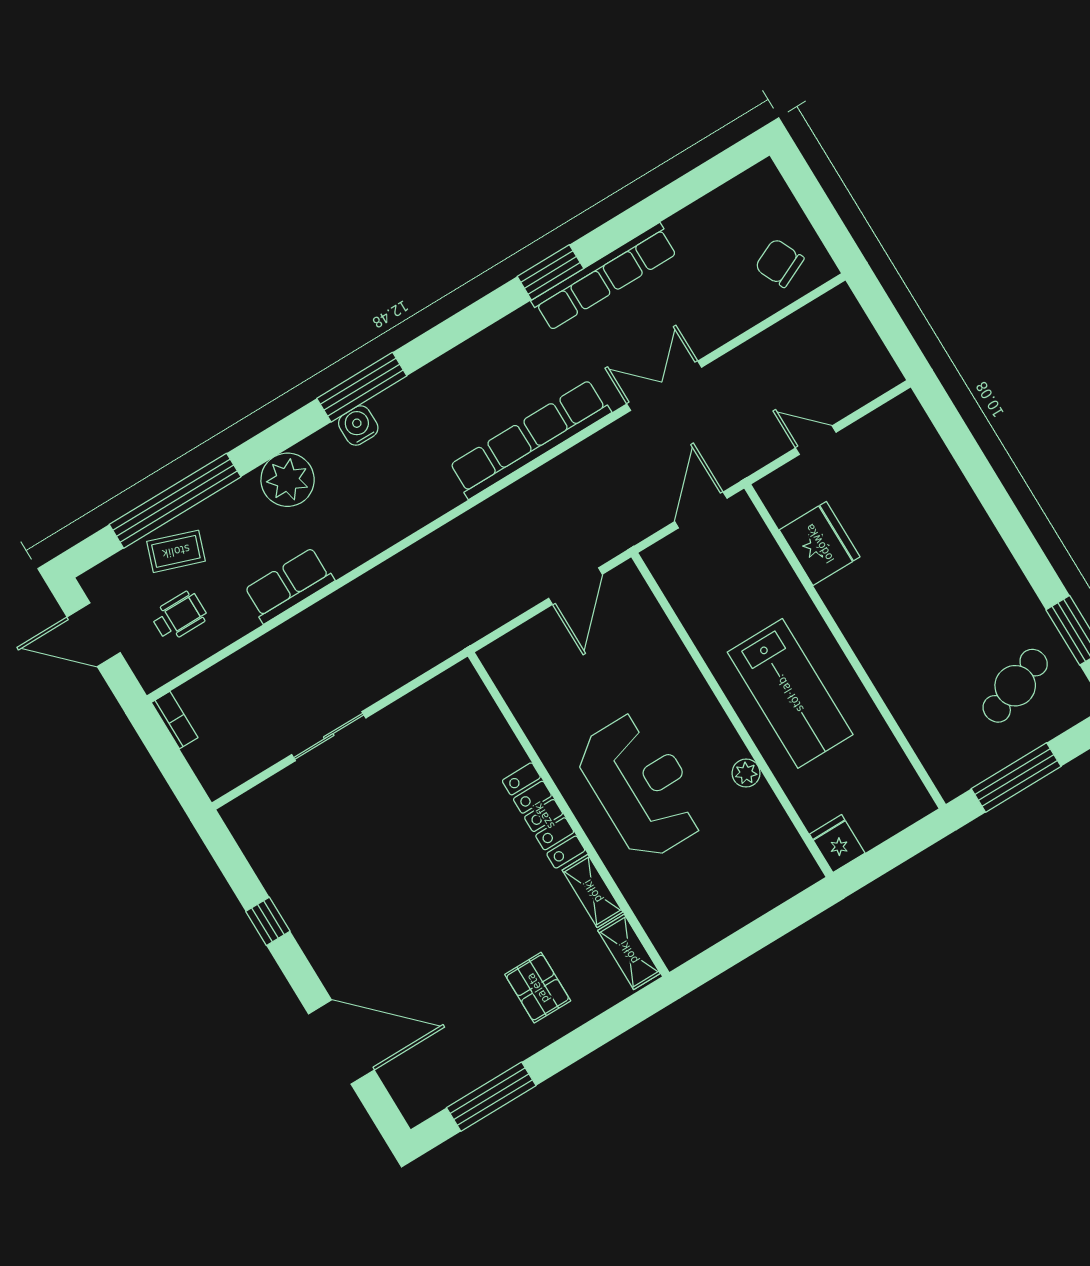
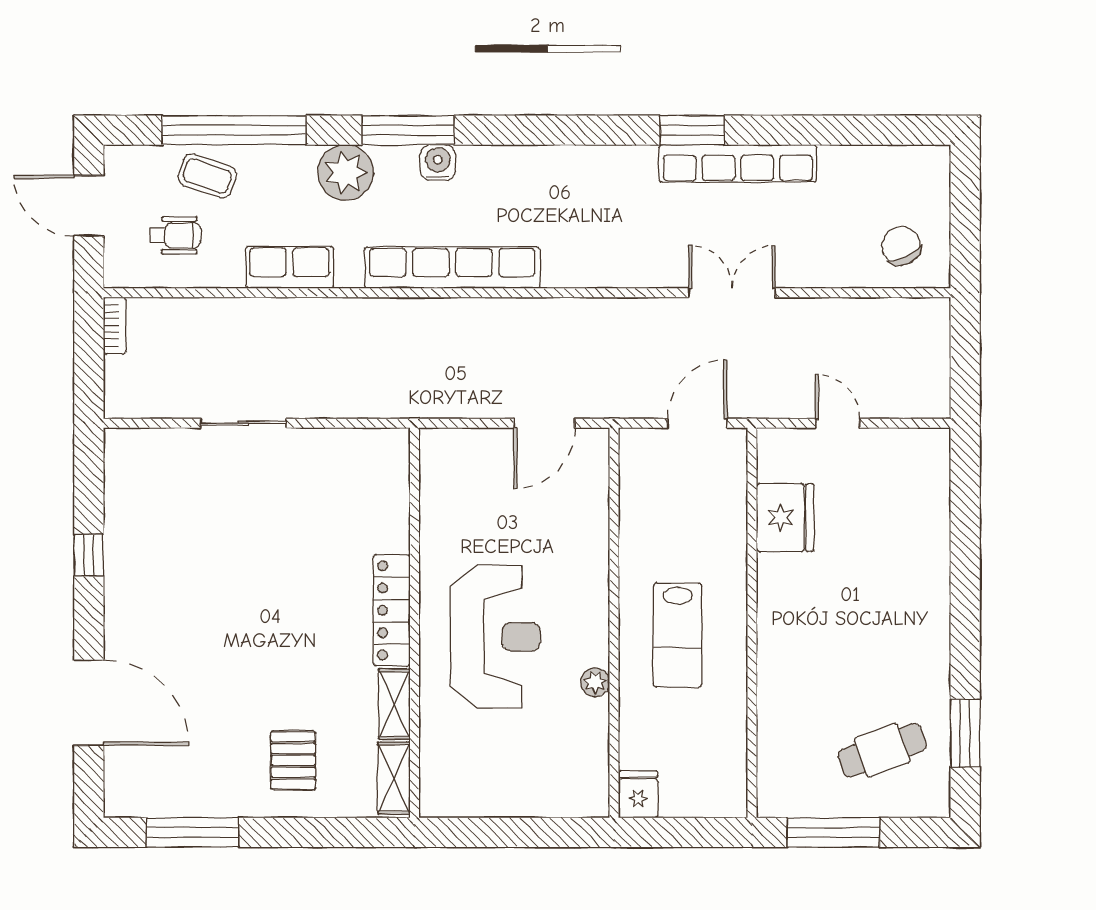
window: (362, 387) -> (408, 130), moved
row of seats: (530, 439) -> (452, 268), moved
lab bench: (790, 693) -> (678, 635), width x0.73, depth x0.72

